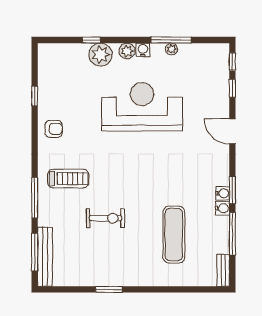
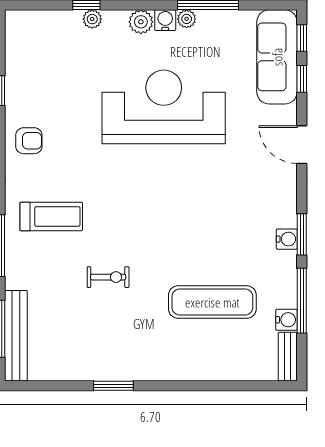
plant: (171, 49) -> (187, 19), moved
plant: (100, 55) -> (92, 19), width x0.53, depth x0.53
sofa: (216, 74) -> (277, 57), added
water cooler: (222, 208) -> (286, 320), moved
exercise bike: (106, 218) -> (108, 277), width x0.73, depth x0.72
exercise mat: (174, 235) -> (212, 302), turned 90

